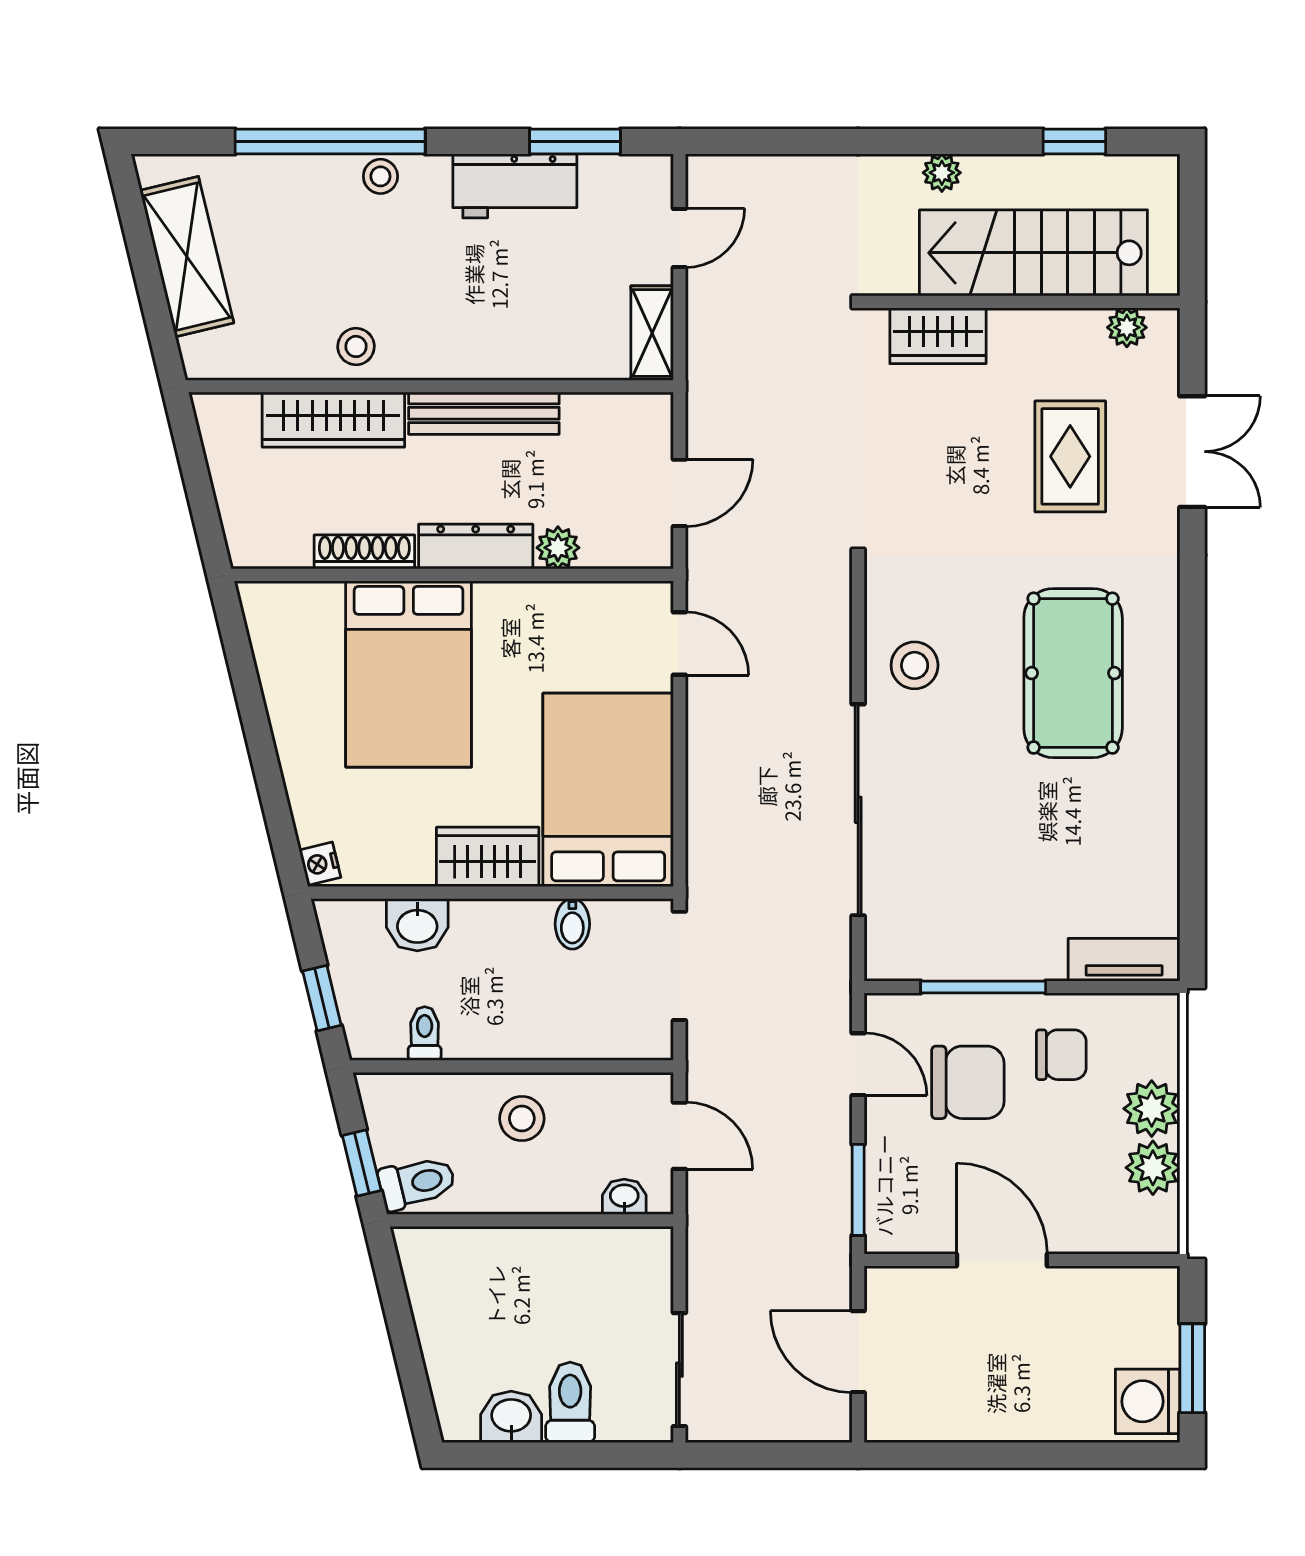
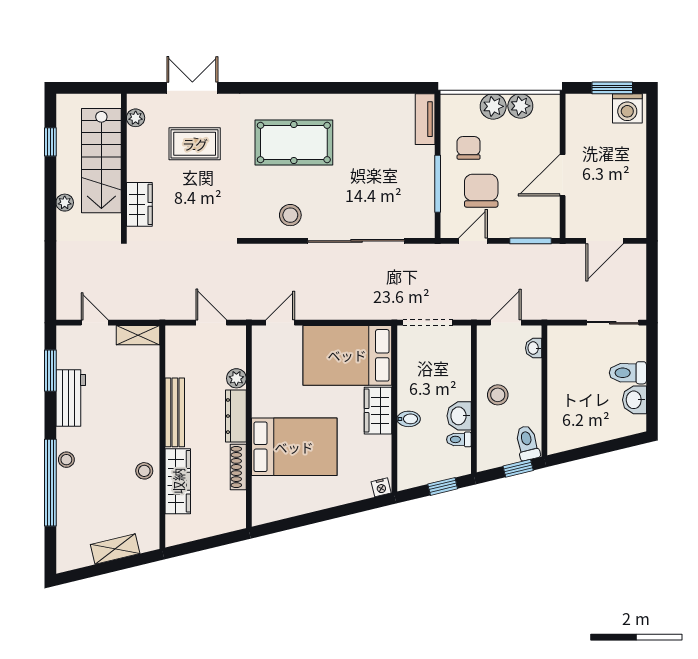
shelving: (187, 257) -> (115, 549), width x0.67, depth x0.75
bidet: (572, 924) -> (409, 419), moved
washbasin: (417, 925) -> (459, 416), moved, turned 180

